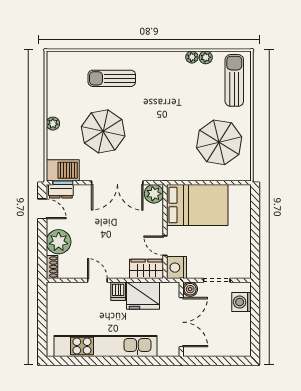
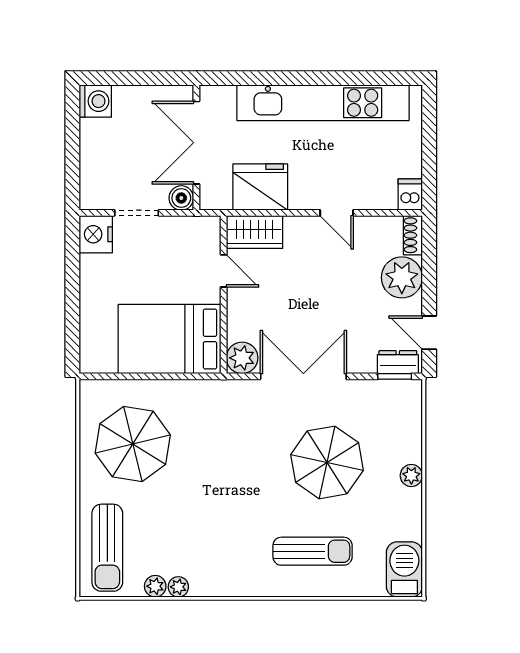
barbecue: (63, 170) -> (404, 569), moved, turned 90
nightstand: (177, 268) -> (96, 234), moved, turned 180
dishwasher: (118, 291) -> (410, 195), moved
washing machine: (241, 302) -> (95, 101), moved

